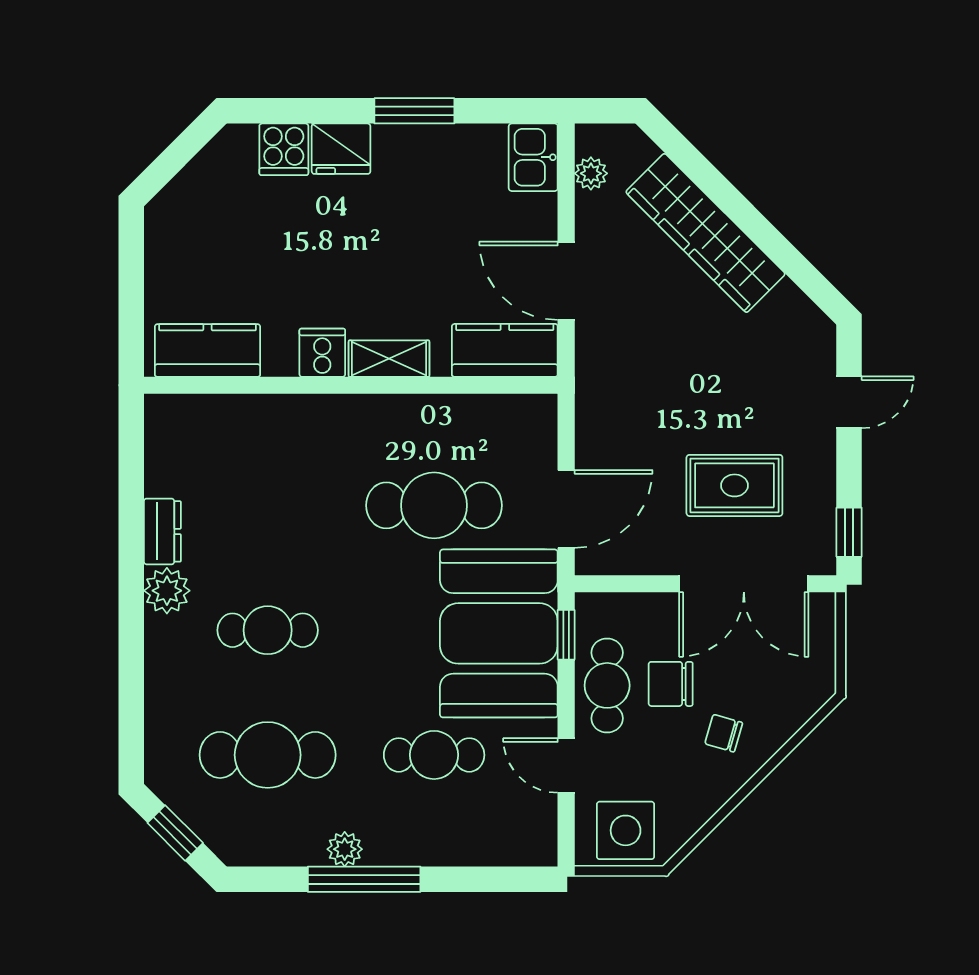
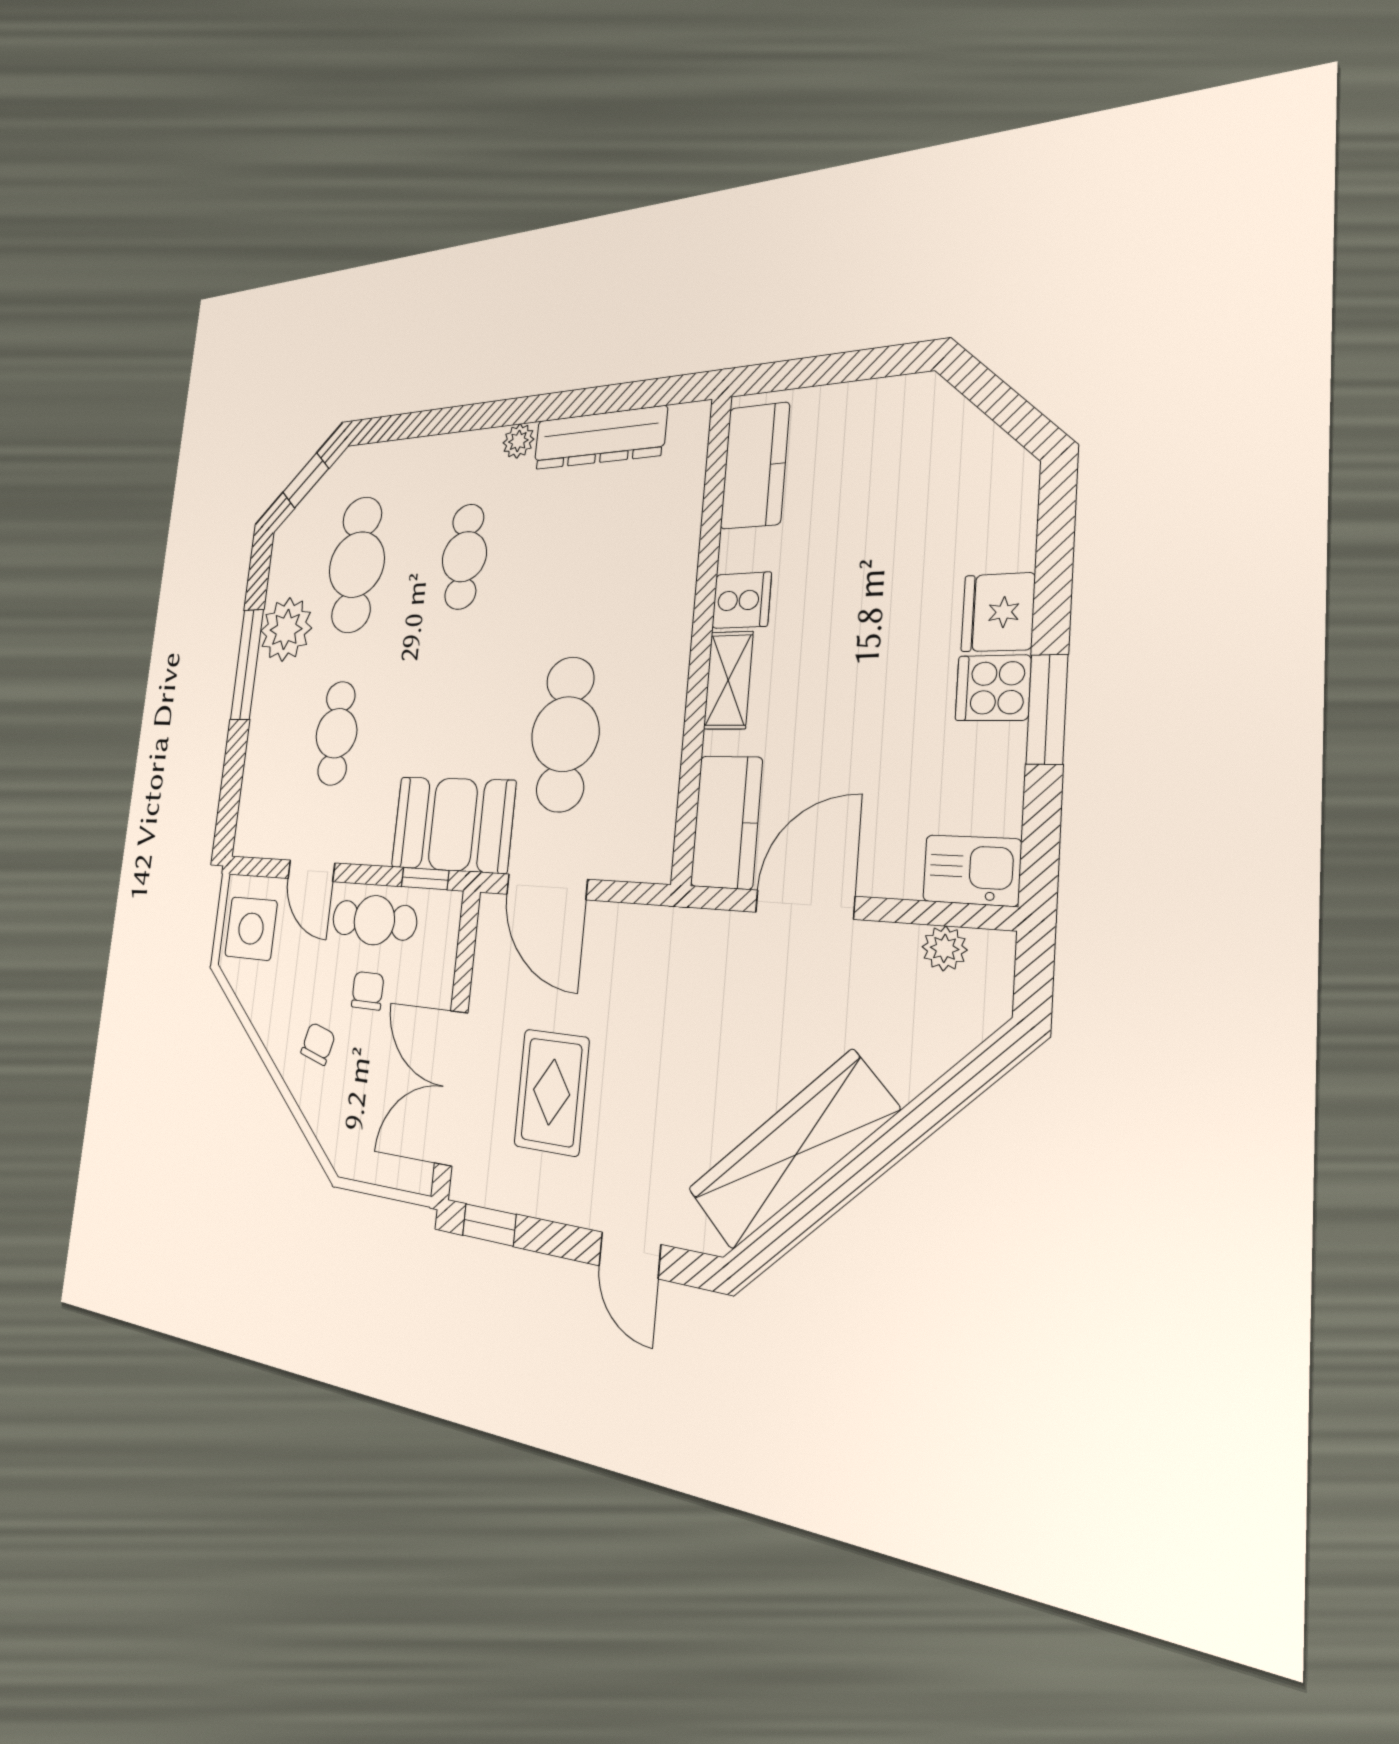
cooker: (284, 149) -> (993, 688), moved
wardrobe: (705, 233) -> (792, 1150), moved
dresser: (162, 531) -> (599, 438), width x1.96, depth x1.24
plant: (167, 591) -> (518, 441), width x0.73, depth x0.73
booth: (499, 633) -> (453, 824), width x0.73, depth x0.70
chair: (671, 684) -> (368, 991), width x0.73, depth x0.73
door: (566, 765) -> (311, 871), swing flipped
plant: (345, 849) -> (286, 629), width x1.88, depth x1.88

